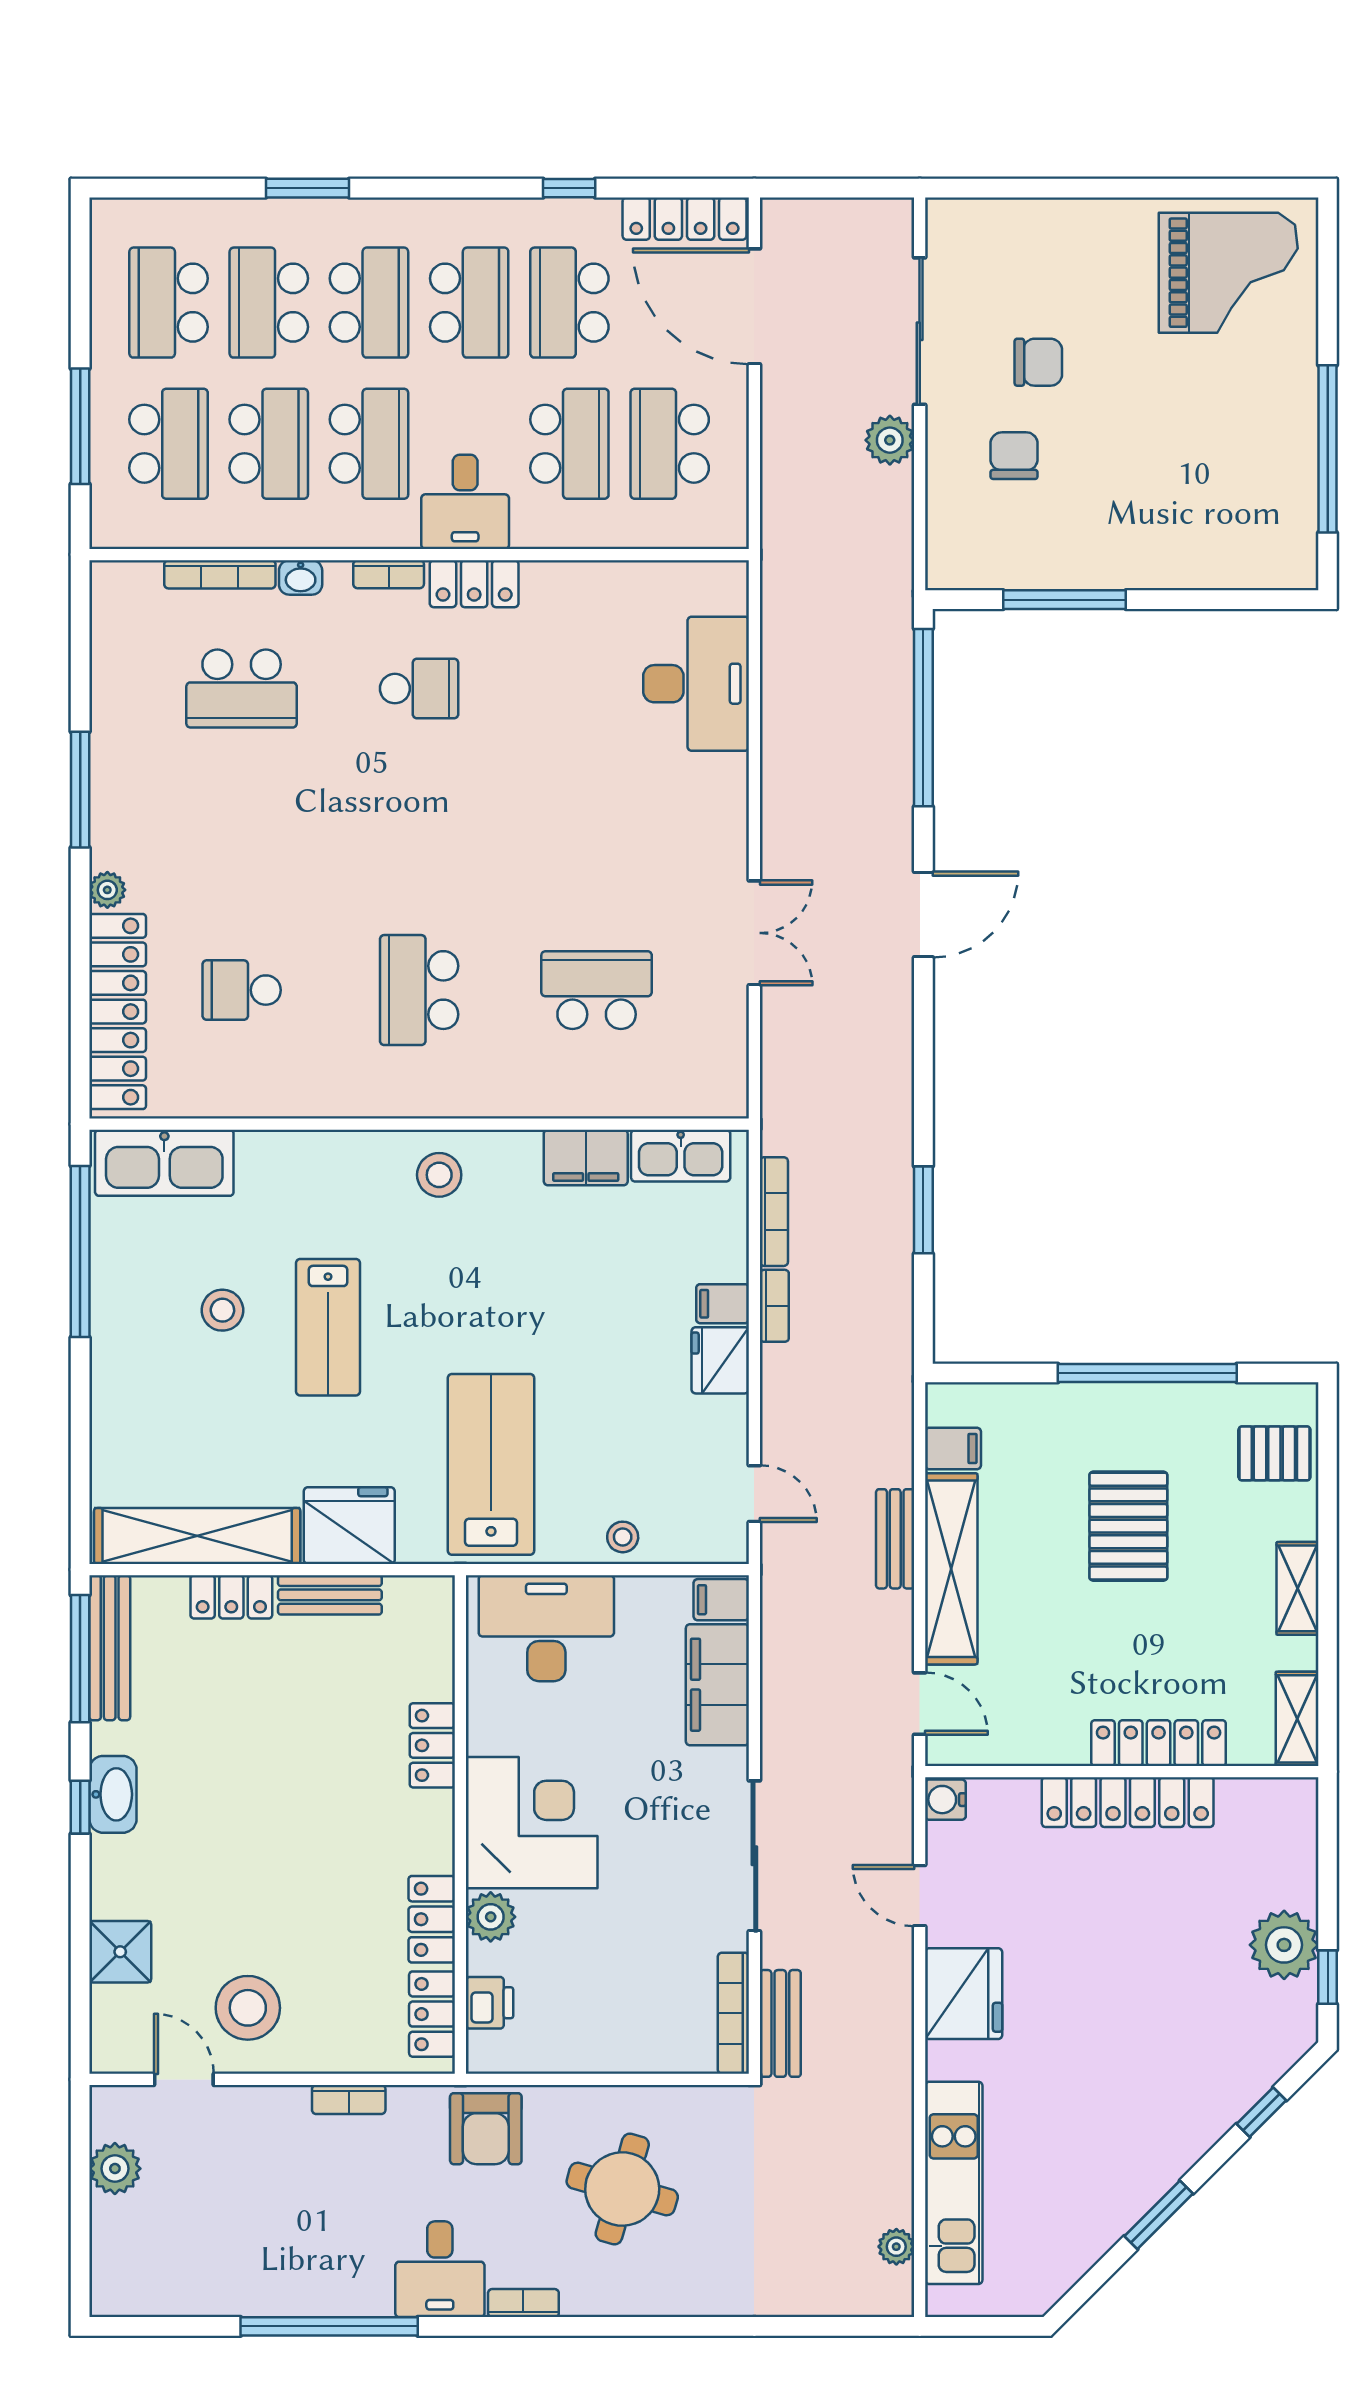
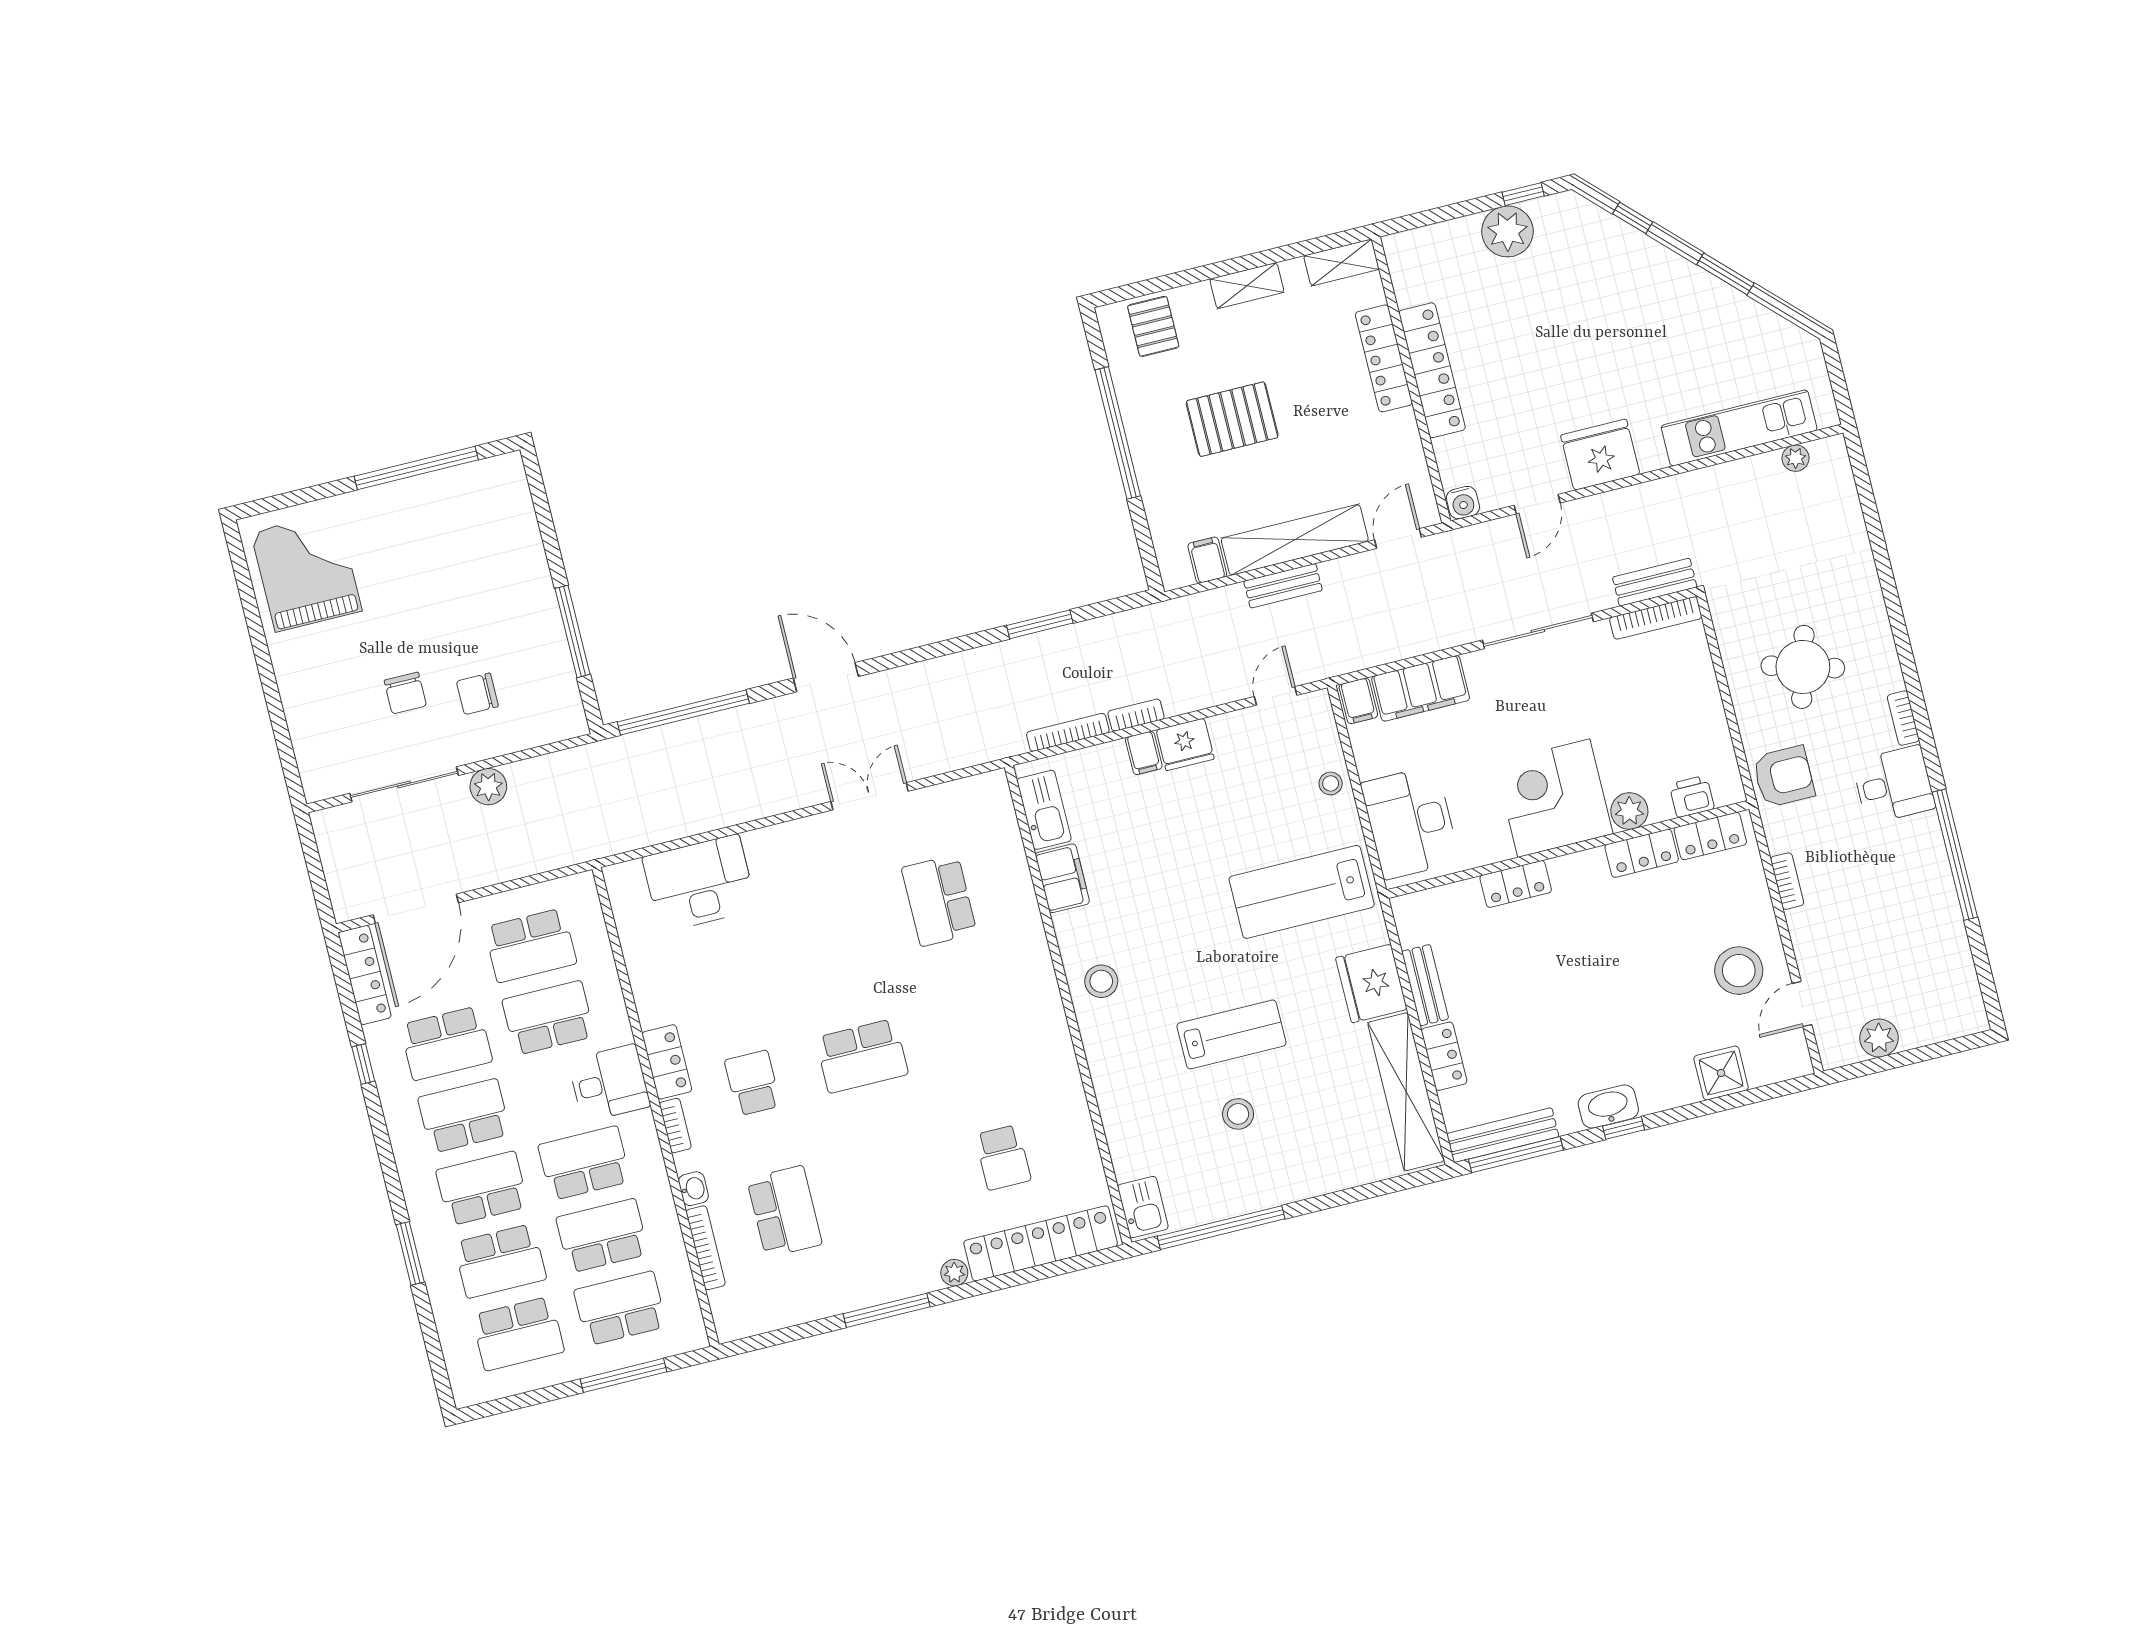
chair: (1038, 362) -> (405, 693), turned 180
school desk: (419, 990) -> (862, 1056), moved
kitchen sink: (164, 1163) -> (1143, 1207), width x0.53, depth x0.81

